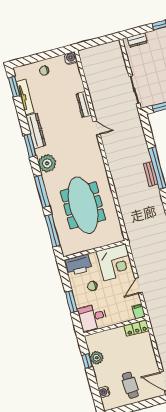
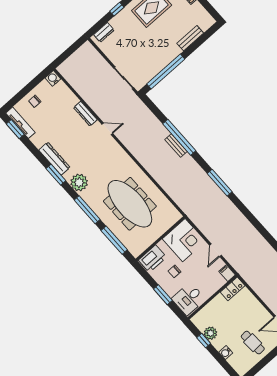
tv unit: (25, 97) -> (21, 123), moved
water cooler: (104, 392) -> (226, 353), moved

